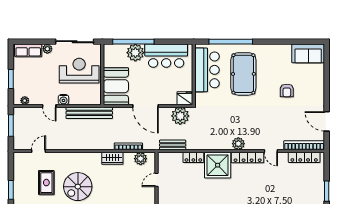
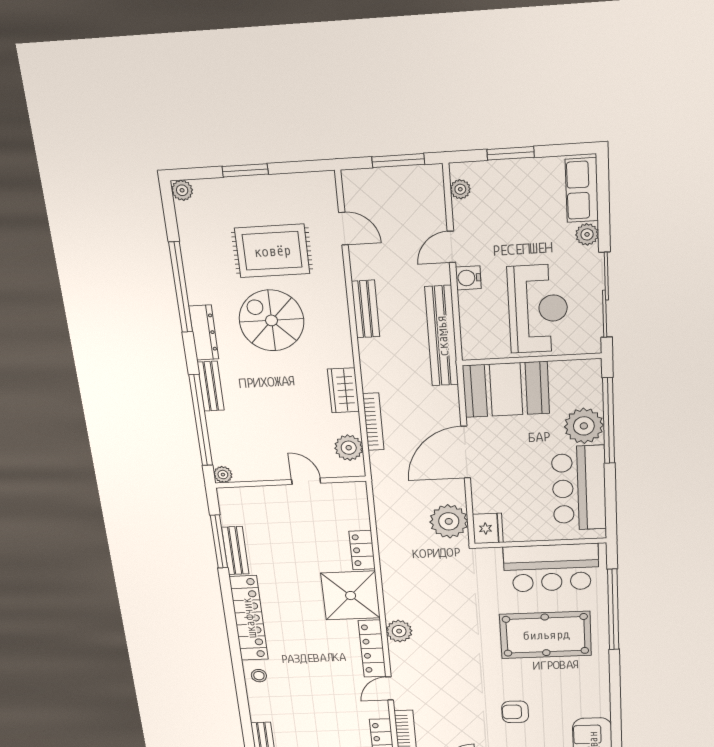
bench: (173, 145) -> (366, 309), moved
rug: (46, 183) -> (272, 251), width x1.36, depth x1.43

